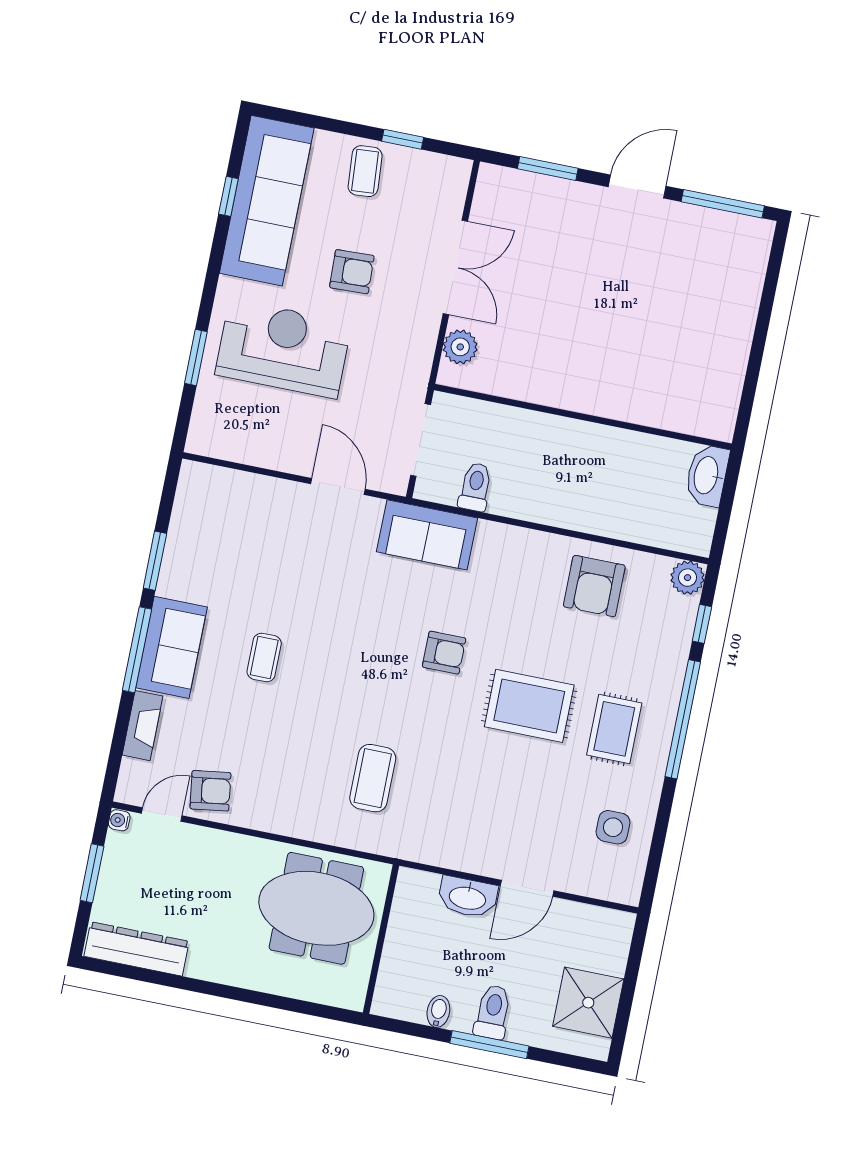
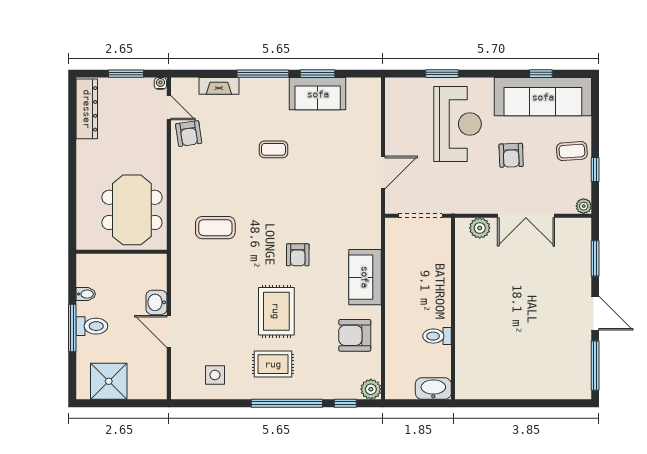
plant: (459, 170) -> (584, 206), added
toilet: (475, 487) -> (437, 336), moved, turned 180
sofa: (427, 535) -> (365, 277), moved
sofa: (172, 647) -> (318, 94), moved
washbasin: (468, 897) -> (156, 302), width x0.72

